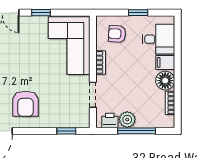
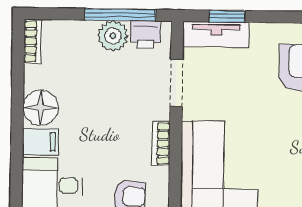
bookcase: (170, 103) -> (33, 41), moved
tv unit: (72, 121) -> (216, 34), added
window: (137, 131) -> (120, 15), moved

